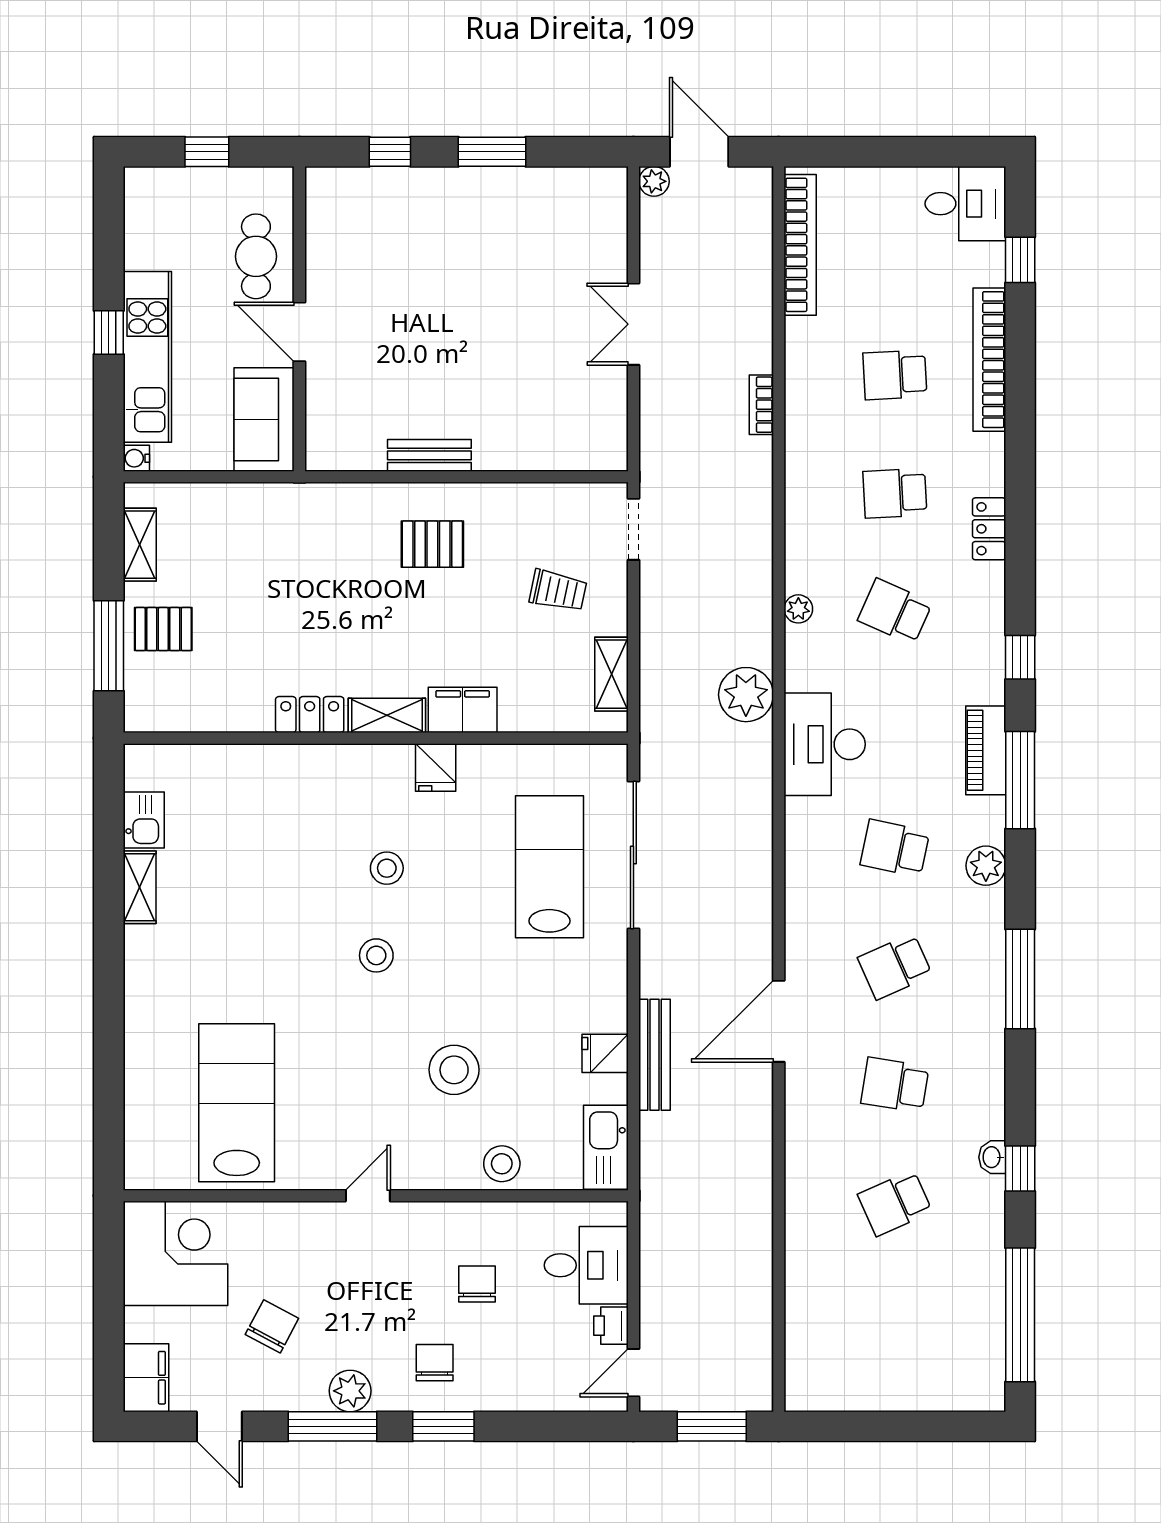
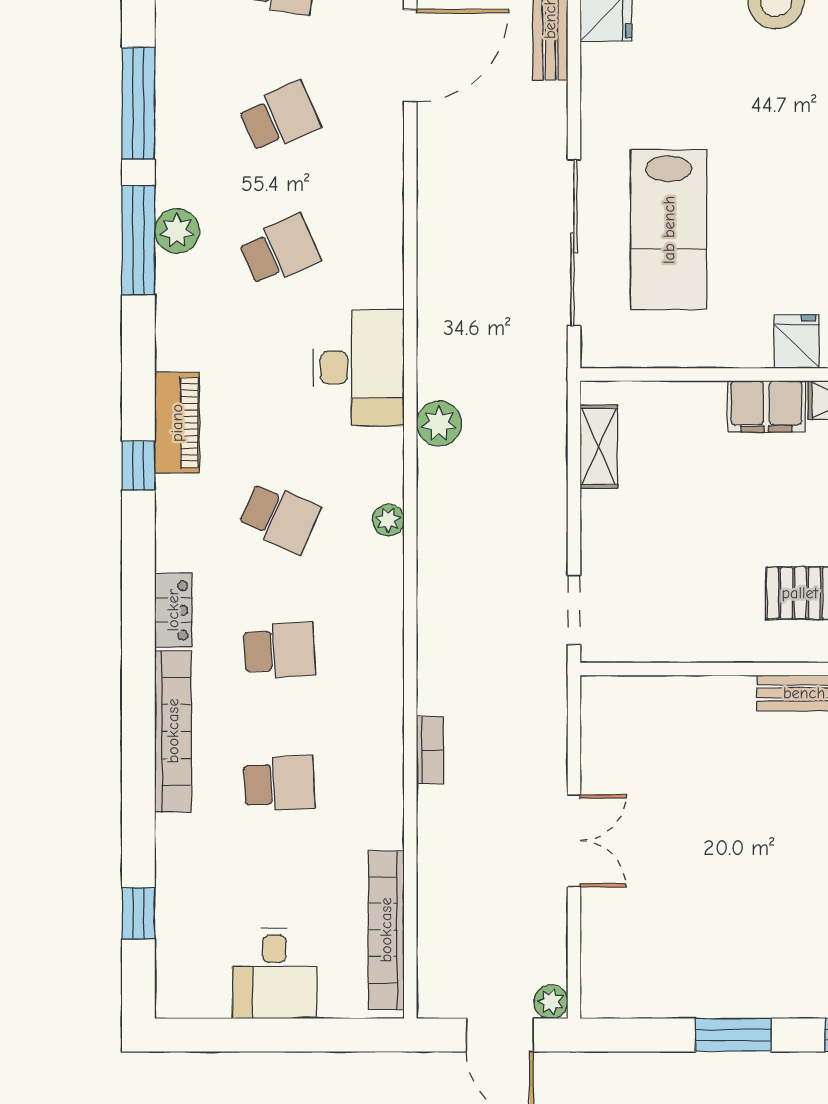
desk: (965, 204) -> (274, 973), moved, turned -90
bookcase: (989, 360) -> (173, 731), moved
trolley: (558, 591) -> (659, 541), removed
plant: (746, 695) -> (439, 424), width x0.73, depth x0.73
piano: (986, 750) -> (177, 423), moved
window: (1020, 780) -> (138, 240), moved
school desk: (895, 848) -> (279, 251), turned -36

